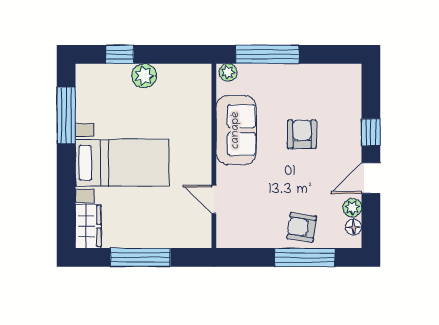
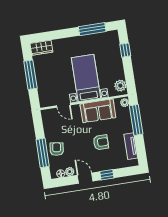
tv unit: (320, 74) -> (131, 146), added
plant: (144, 76) -> (120, 86), moved
bed with nightstands: (122, 163) -> (86, 78), moved, turned 180
door: (214, 199) -> (63, 105), swing flipped

